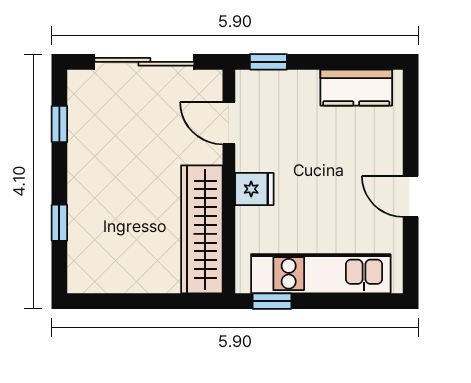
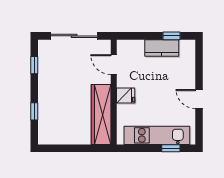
window: (268, 62) -> (172, 36), moved
kitchen counter: (356, 88) -> (162, 48), moved
window: (272, 301) -> (171, 148), moved

